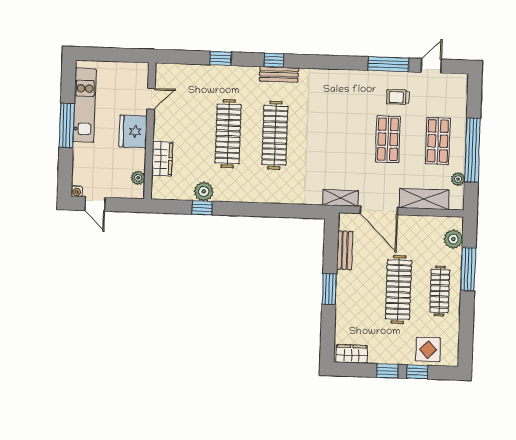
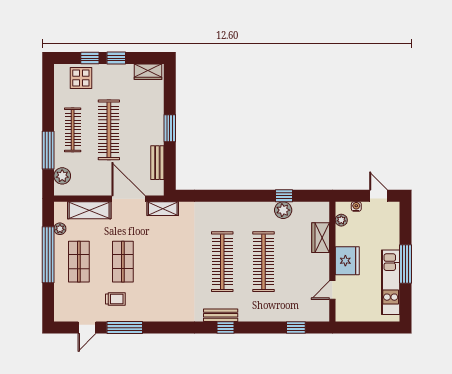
window: (220, 58) -> (296, 328), moved
water cooler: (77, 191) -> (356, 207), moved

